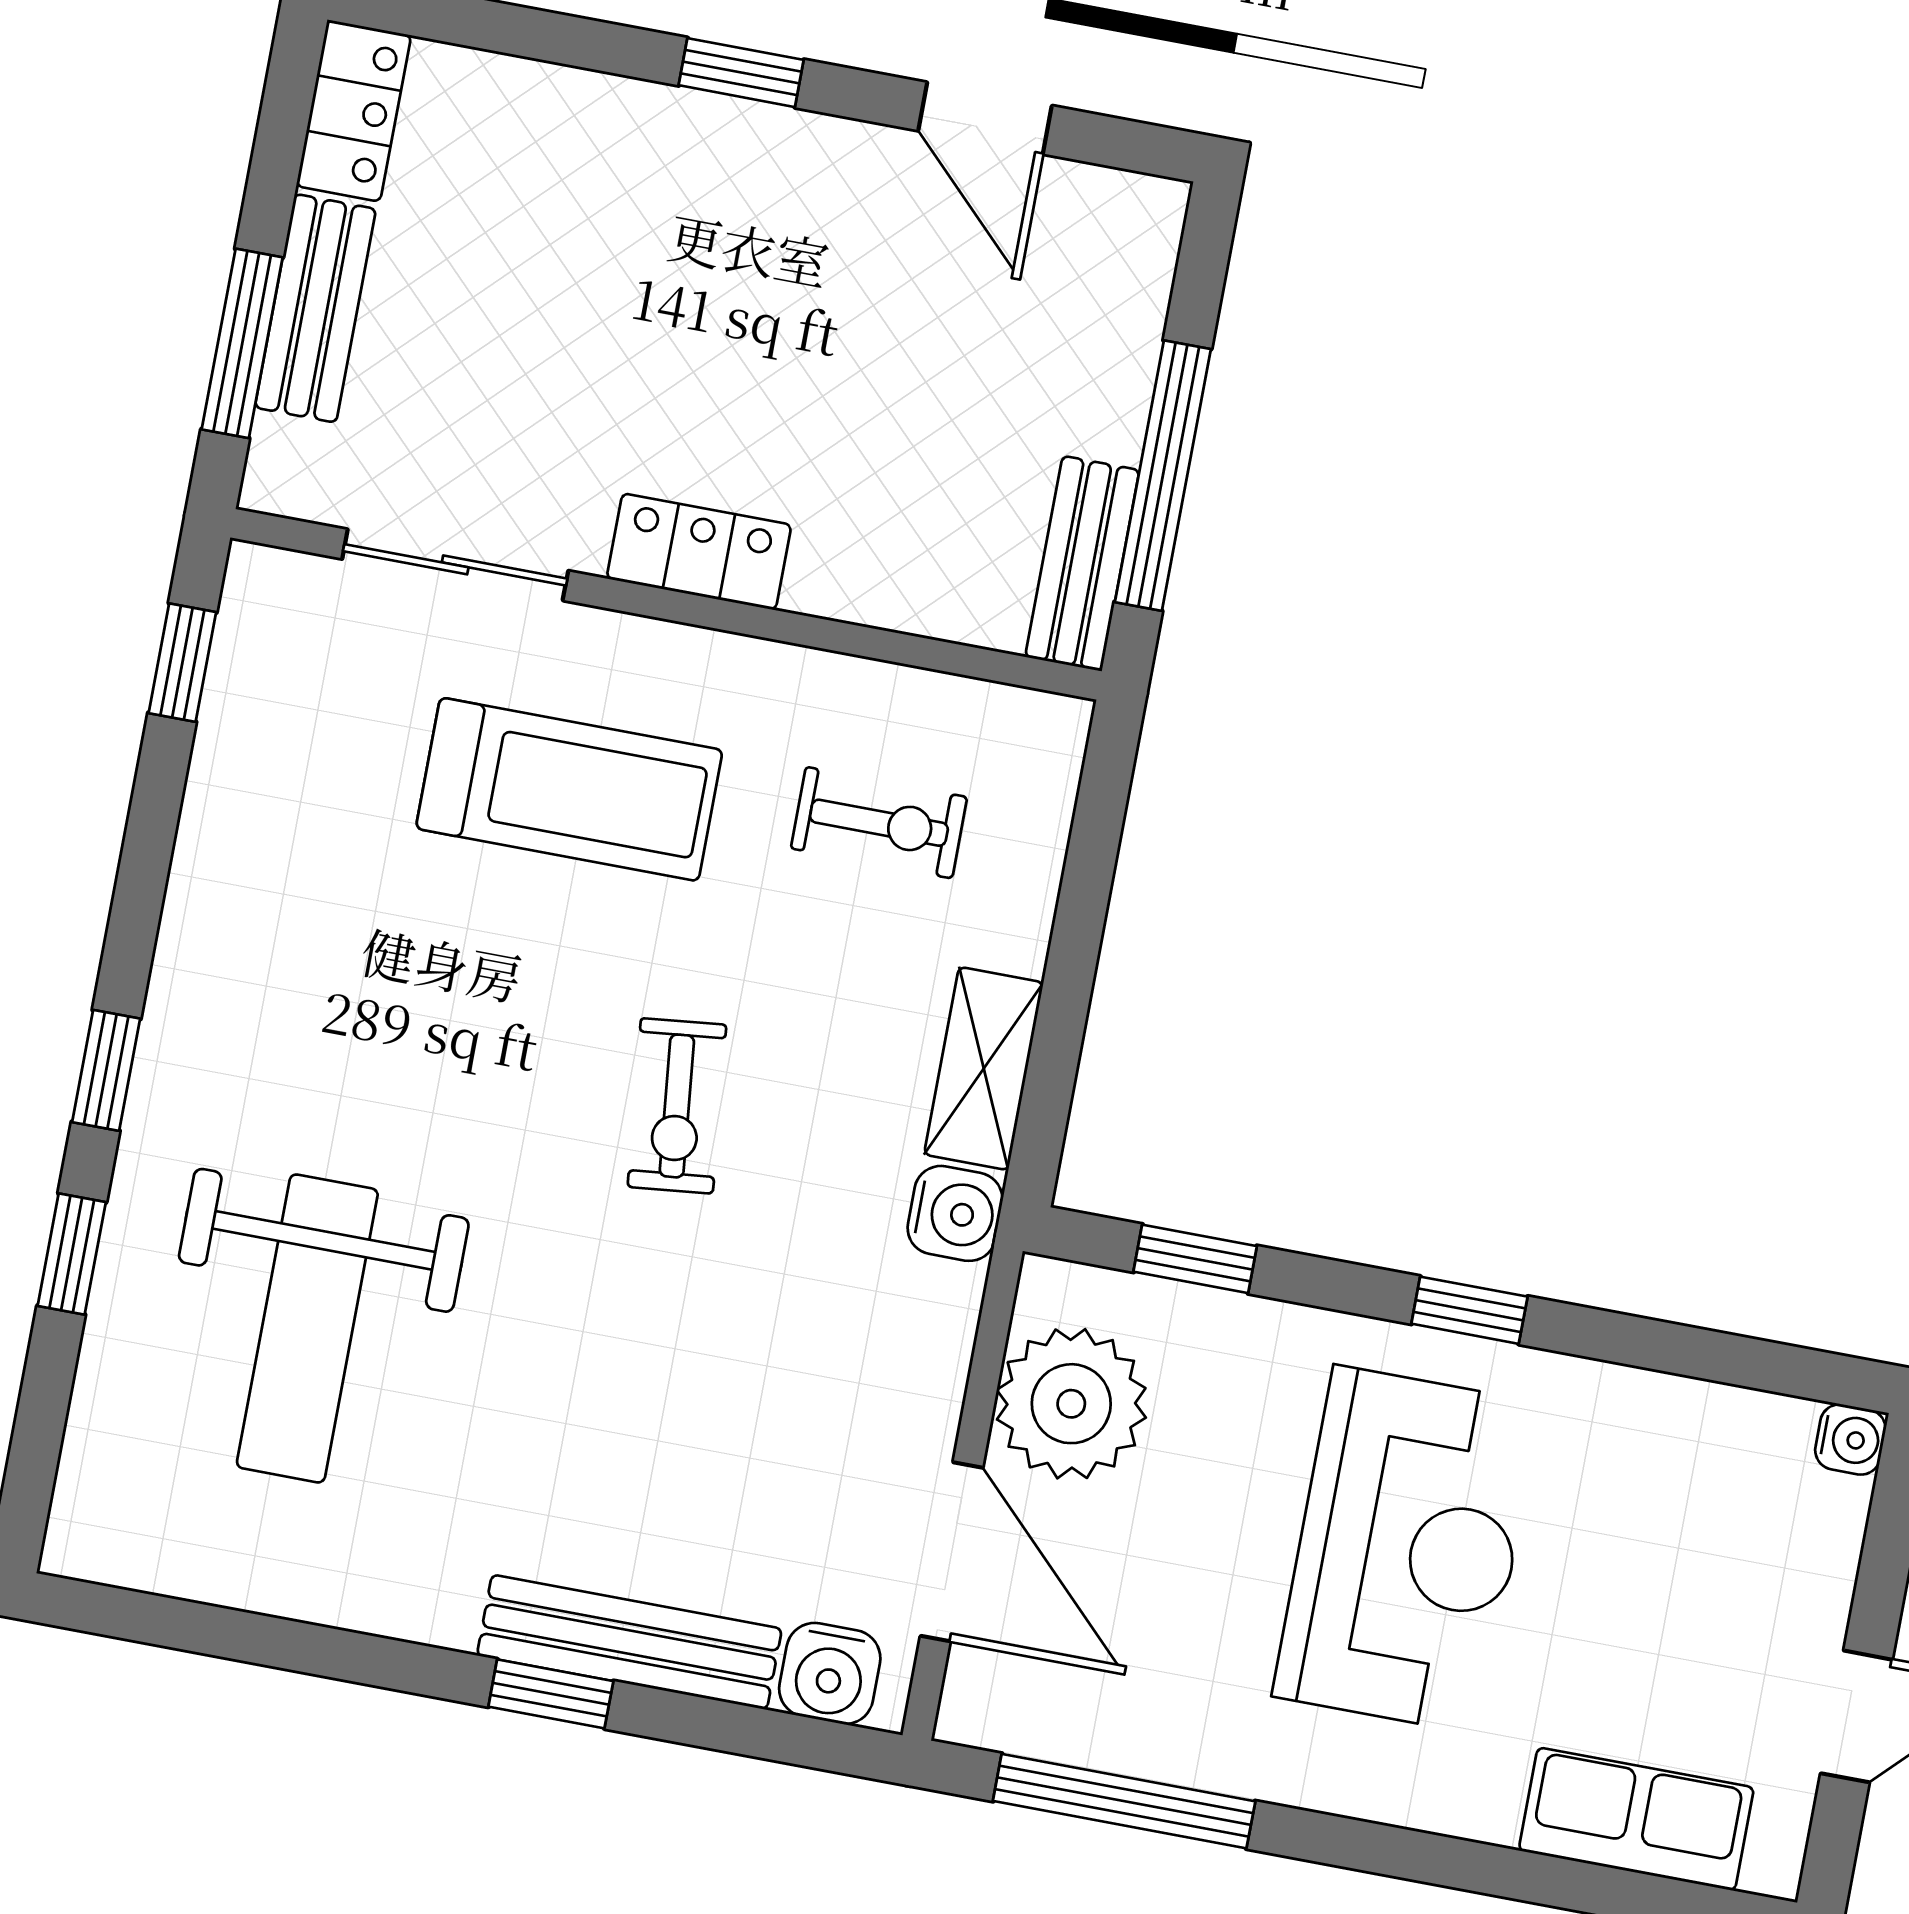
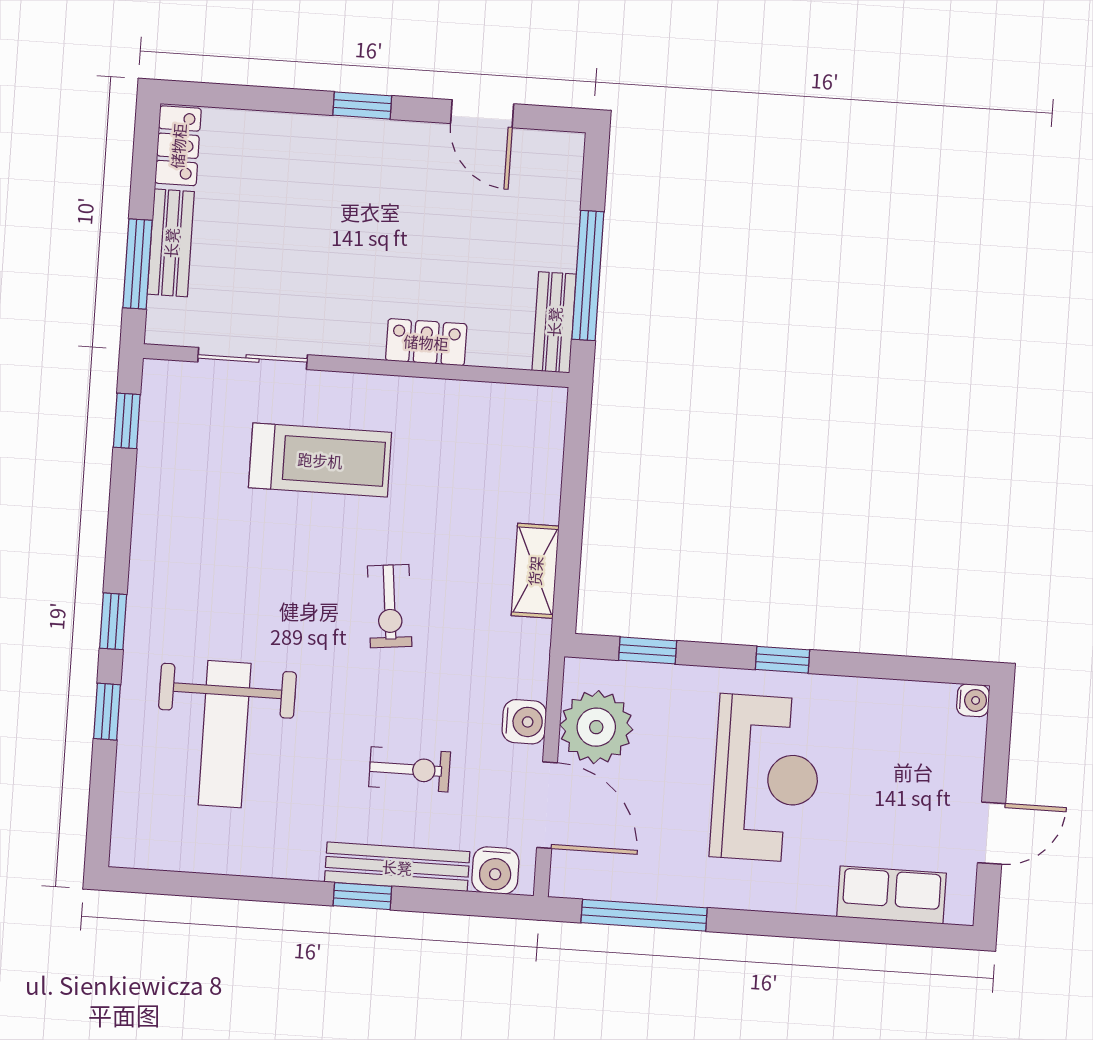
locker: (699, 552) -> (426, 342), moved
exercise bike: (879, 823) -> (410, 769), moved
water cooler: (955, 1213) -> (524, 722), moved

